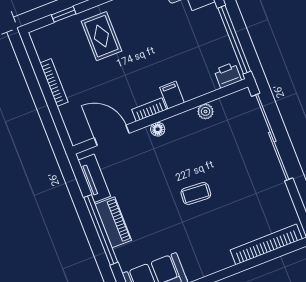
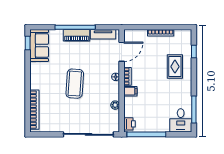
rug: (101, 36) -> (175, 67), turned 90
coffee table: (196, 193) -> (75, 84), width x1.86, depth x1.72

